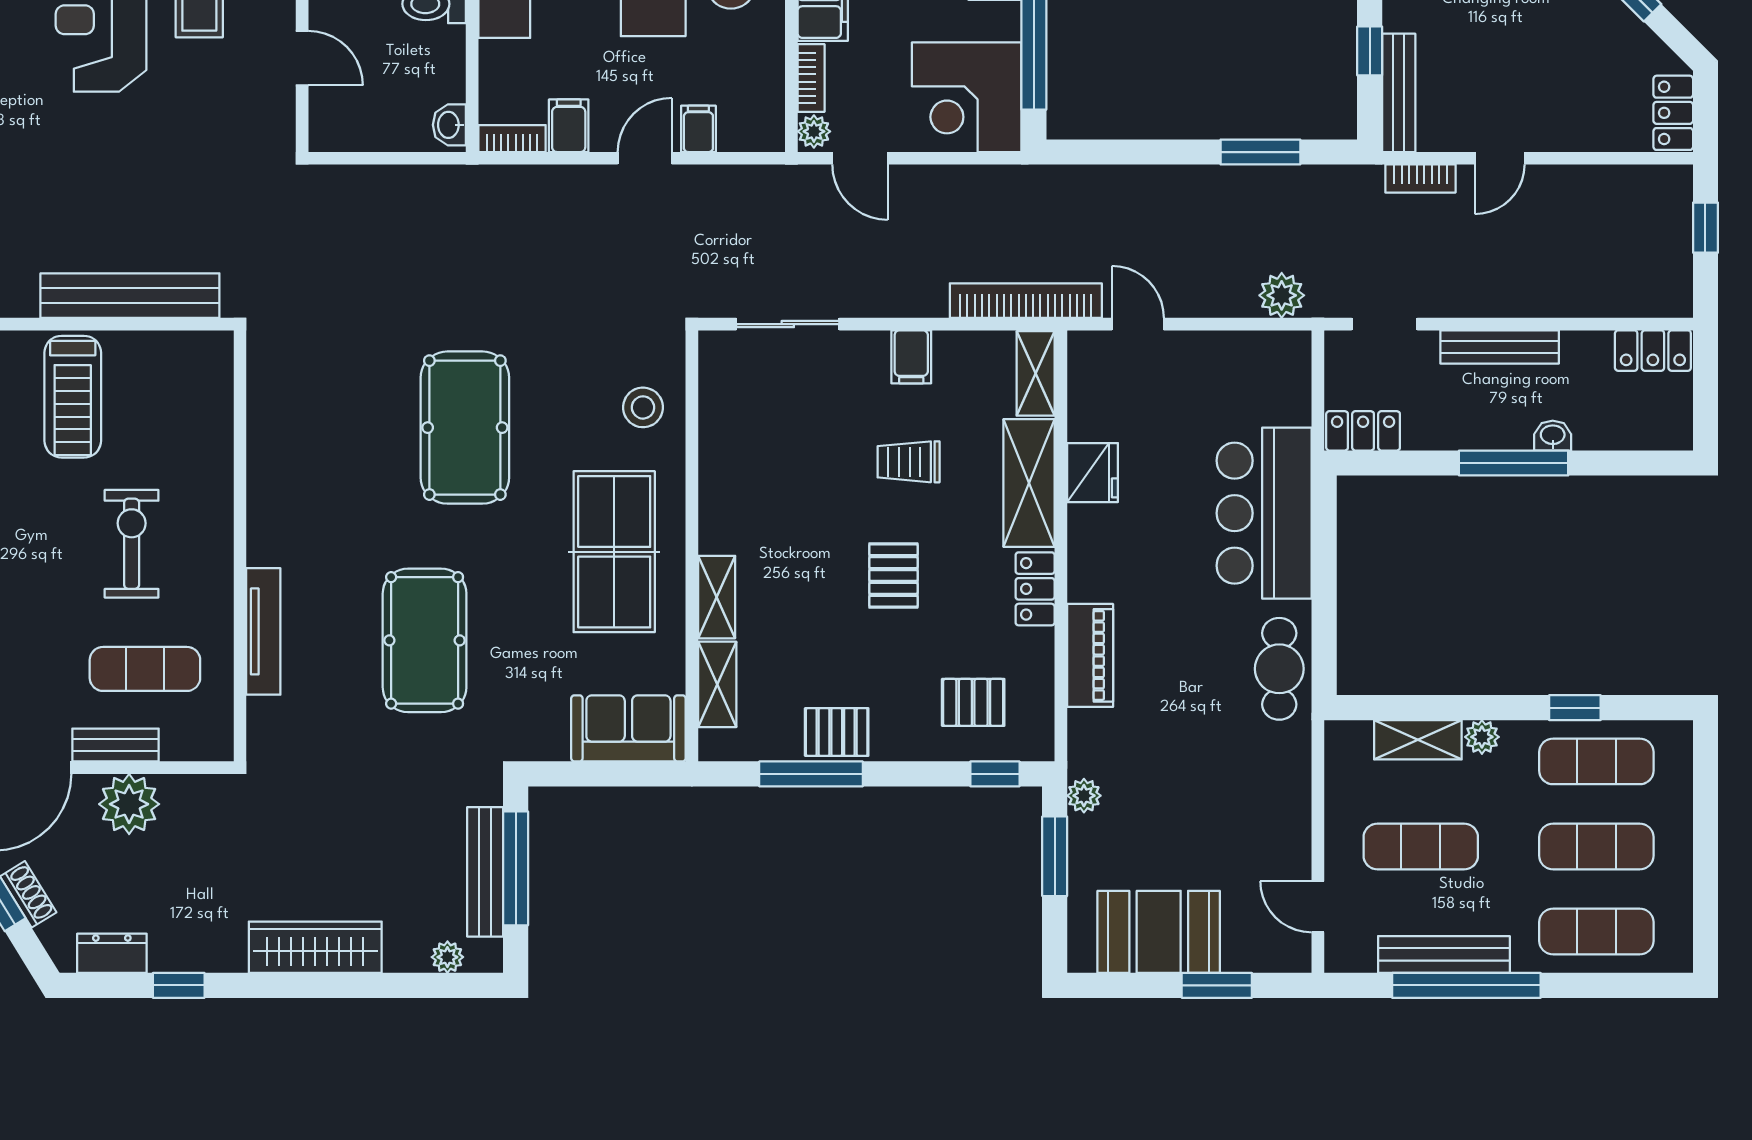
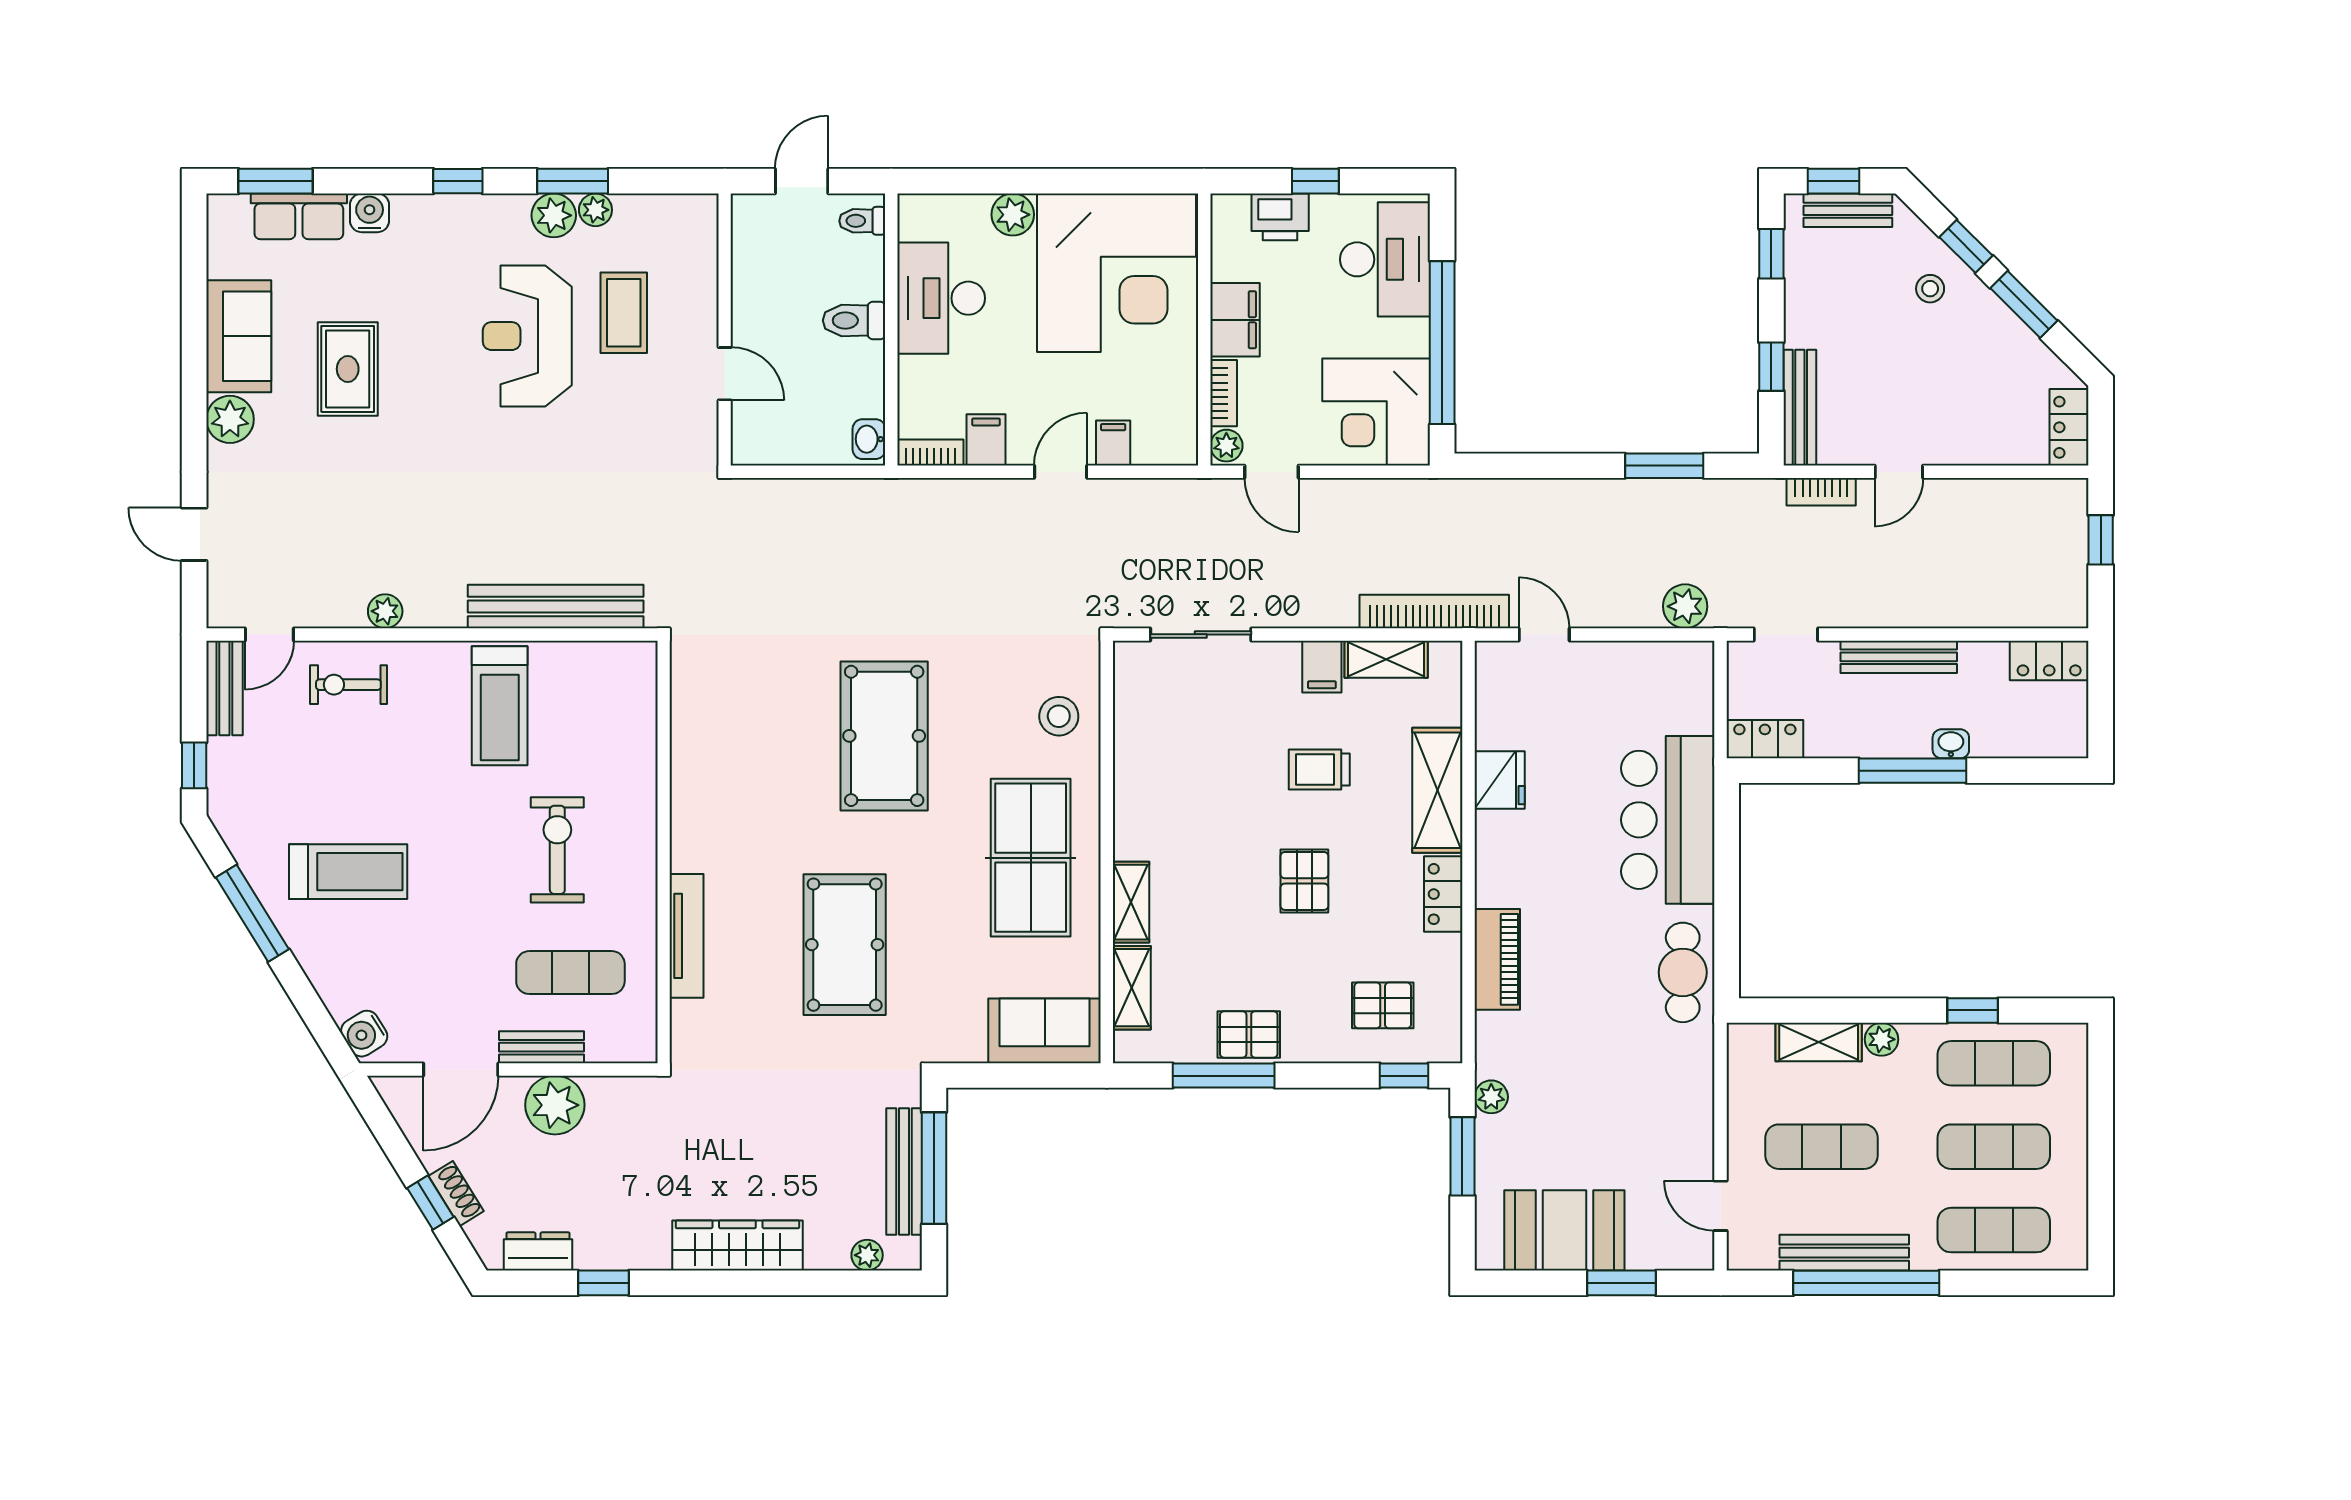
shelving: (1036, 373) -> (1386, 659), moved, turned 90

